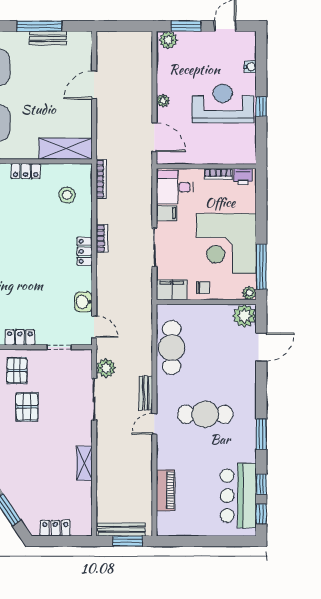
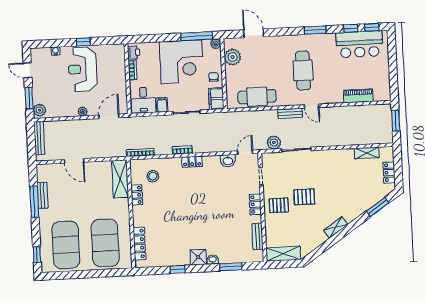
locker: (26, 171) -> (137, 195), moved
plant: (244, 316) -> (233, 57), moved
shelving: (84, 463) -> (367, 153), moved
bench: (121, 530) -> (39, 138), moved

